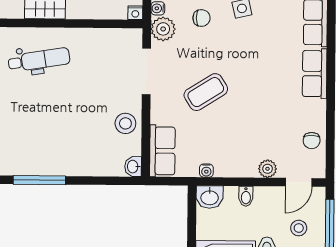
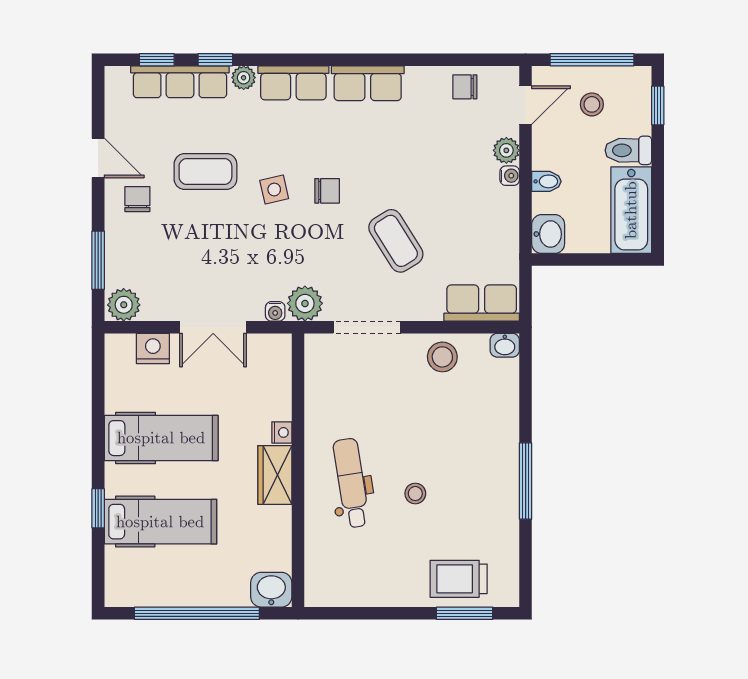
nightstand: (135, 13) -> (282, 432), moved
chair: (201, 18) -> (327, 191), moved, turned 90
stool: (31, 104) -> (415, 494), added
chair: (312, 141) -> (465, 87), turned 180
water cooler: (206, 171) -> (510, 176), moved
door: (299, 182) -> (526, 105), hinge flipped

